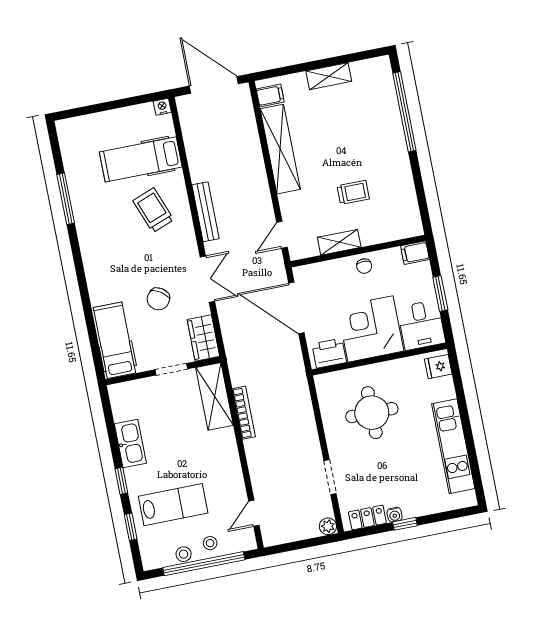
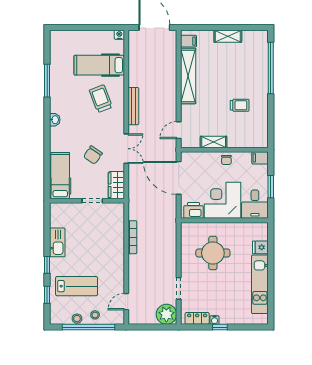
trolley: (353, 192) -> (240, 105), moved
washbasin: (89, 256) -> (55, 120), added
fridge: (438, 367) -> (260, 247), moved
shelving: (214, 396) -> (116, 223), removed
plant: (328, 526) -> (166, 314), width x1.87, depth x1.87

